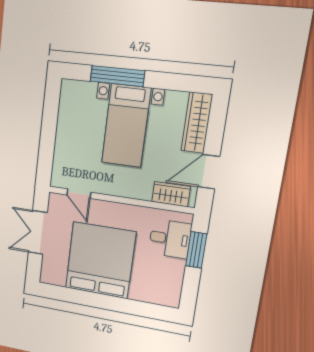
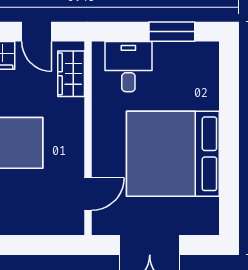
door: (209, 172) -> (36, 32), width x0.73
window: (196, 250) -> (172, 32), moved

